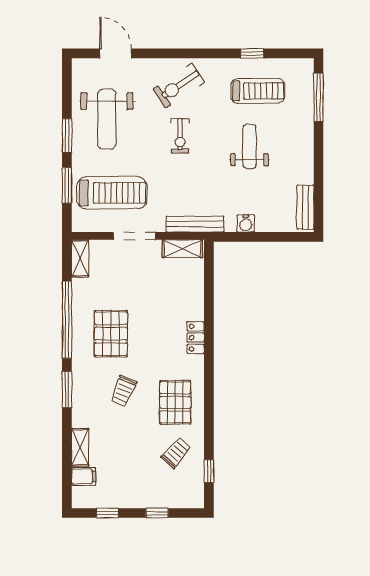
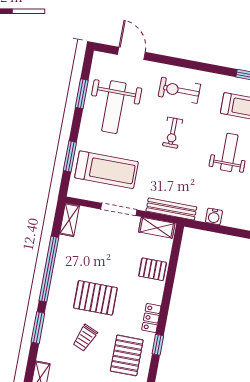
exercise bike: (179, 86) -> (179, 90), turned 34
window: (67, 136) -> (82, 94), moved
pallet: (186, 298) -> (153, 269), added
pallet: (111, 334) -> (95, 298), moved, turned 90
locker: (196, 338) -> (151, 318), moved
window: (209, 383) -> (158, 345), added

